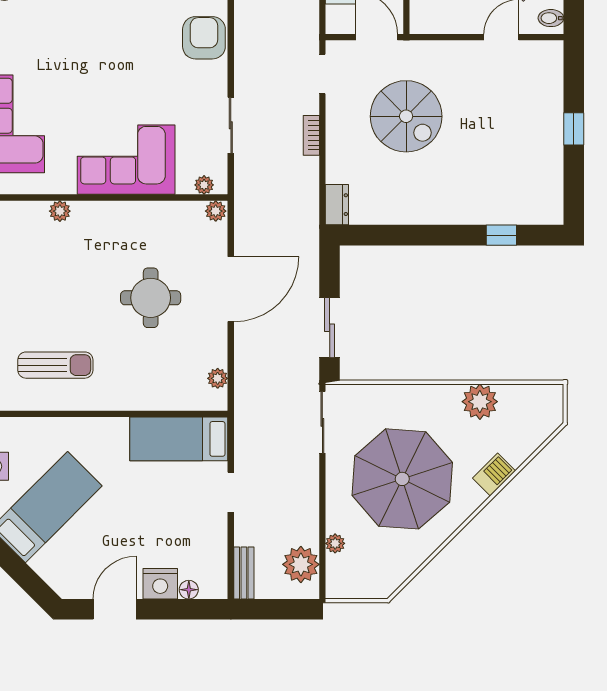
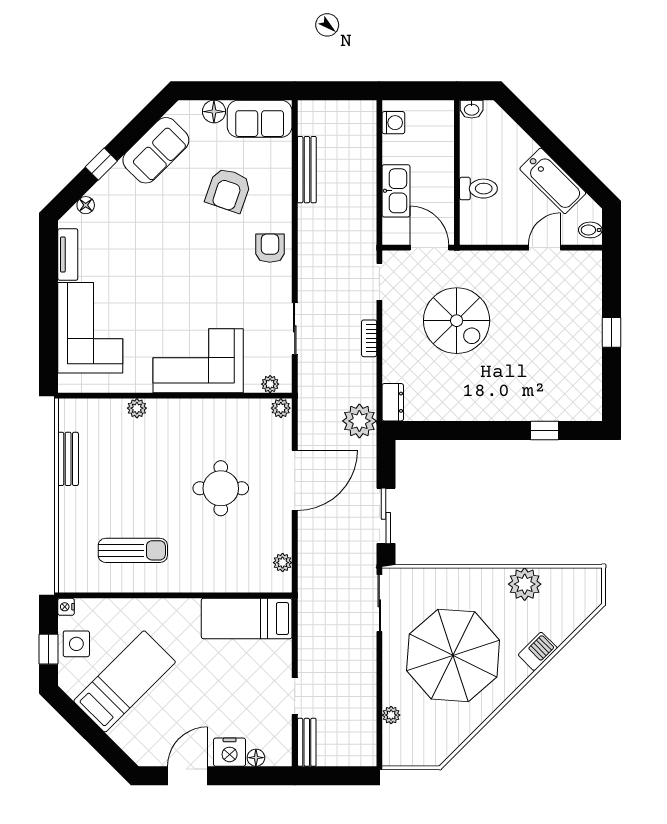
armchair: (204, 38) -> (270, 248), width x0.72, depth x0.72
doorway: (231, 492) -> (295, 696), moved
plant: (301, 564) -> (359, 421), moved

